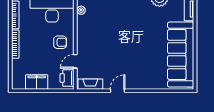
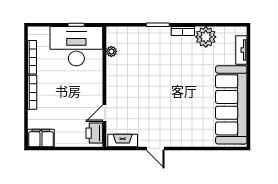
armchair: (60, 42) -> (86, 90), removed
filing cabinet: (37, 82) -> (41, 138), moved
door: (117, 91) -> (155, 148), swing flipped

